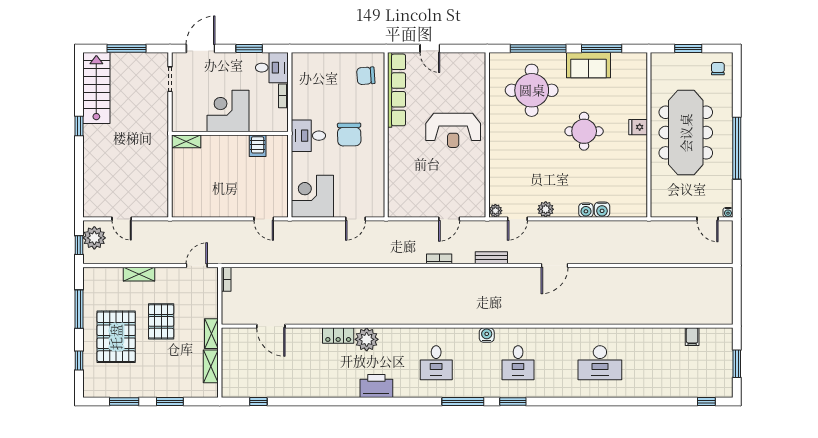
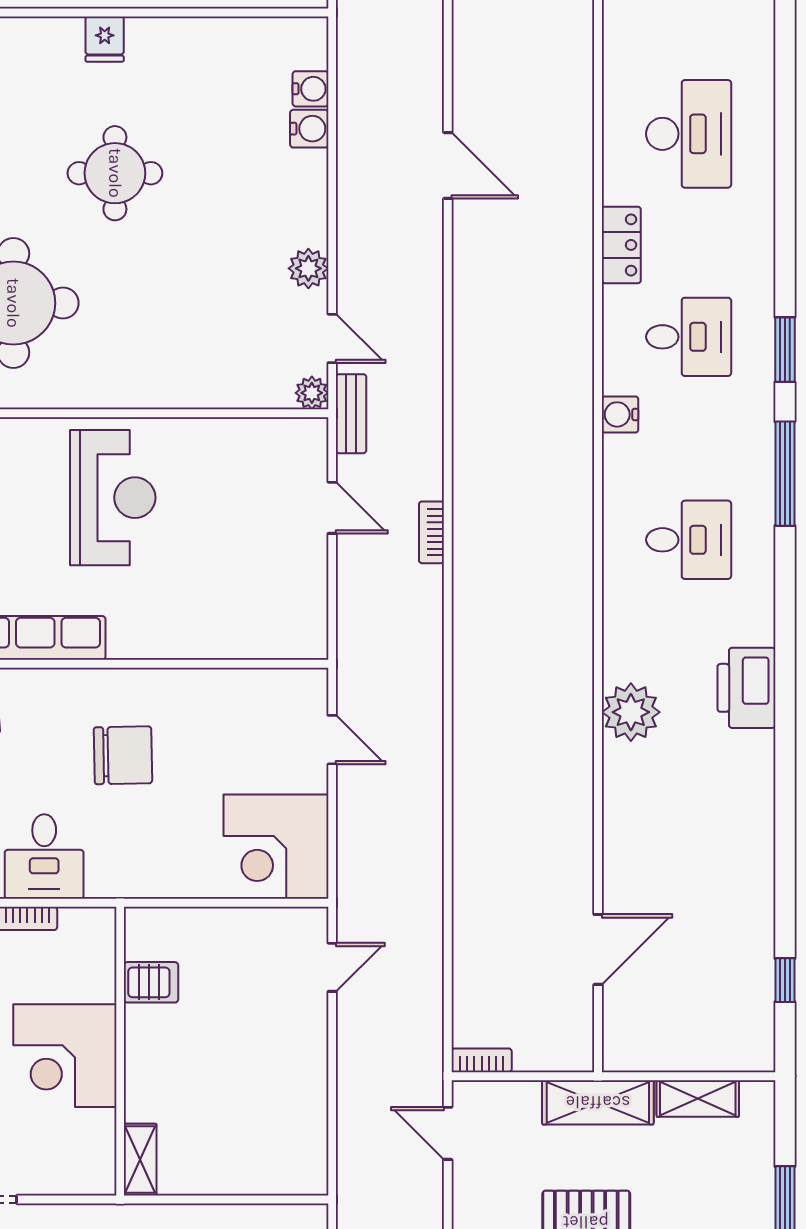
desk: (308, 136) -> (44, 856), moved
water cooler: (586, 210) -> (311, 89), moved
bench: (491, 258) -> (351, 414), moved
door: (555, 266) -> (448, 166), moved
shelving: (211, 334) -> (598, 1102), width x1.50, depth x1.33
locker: (338, 336) -> (621, 245), moved

